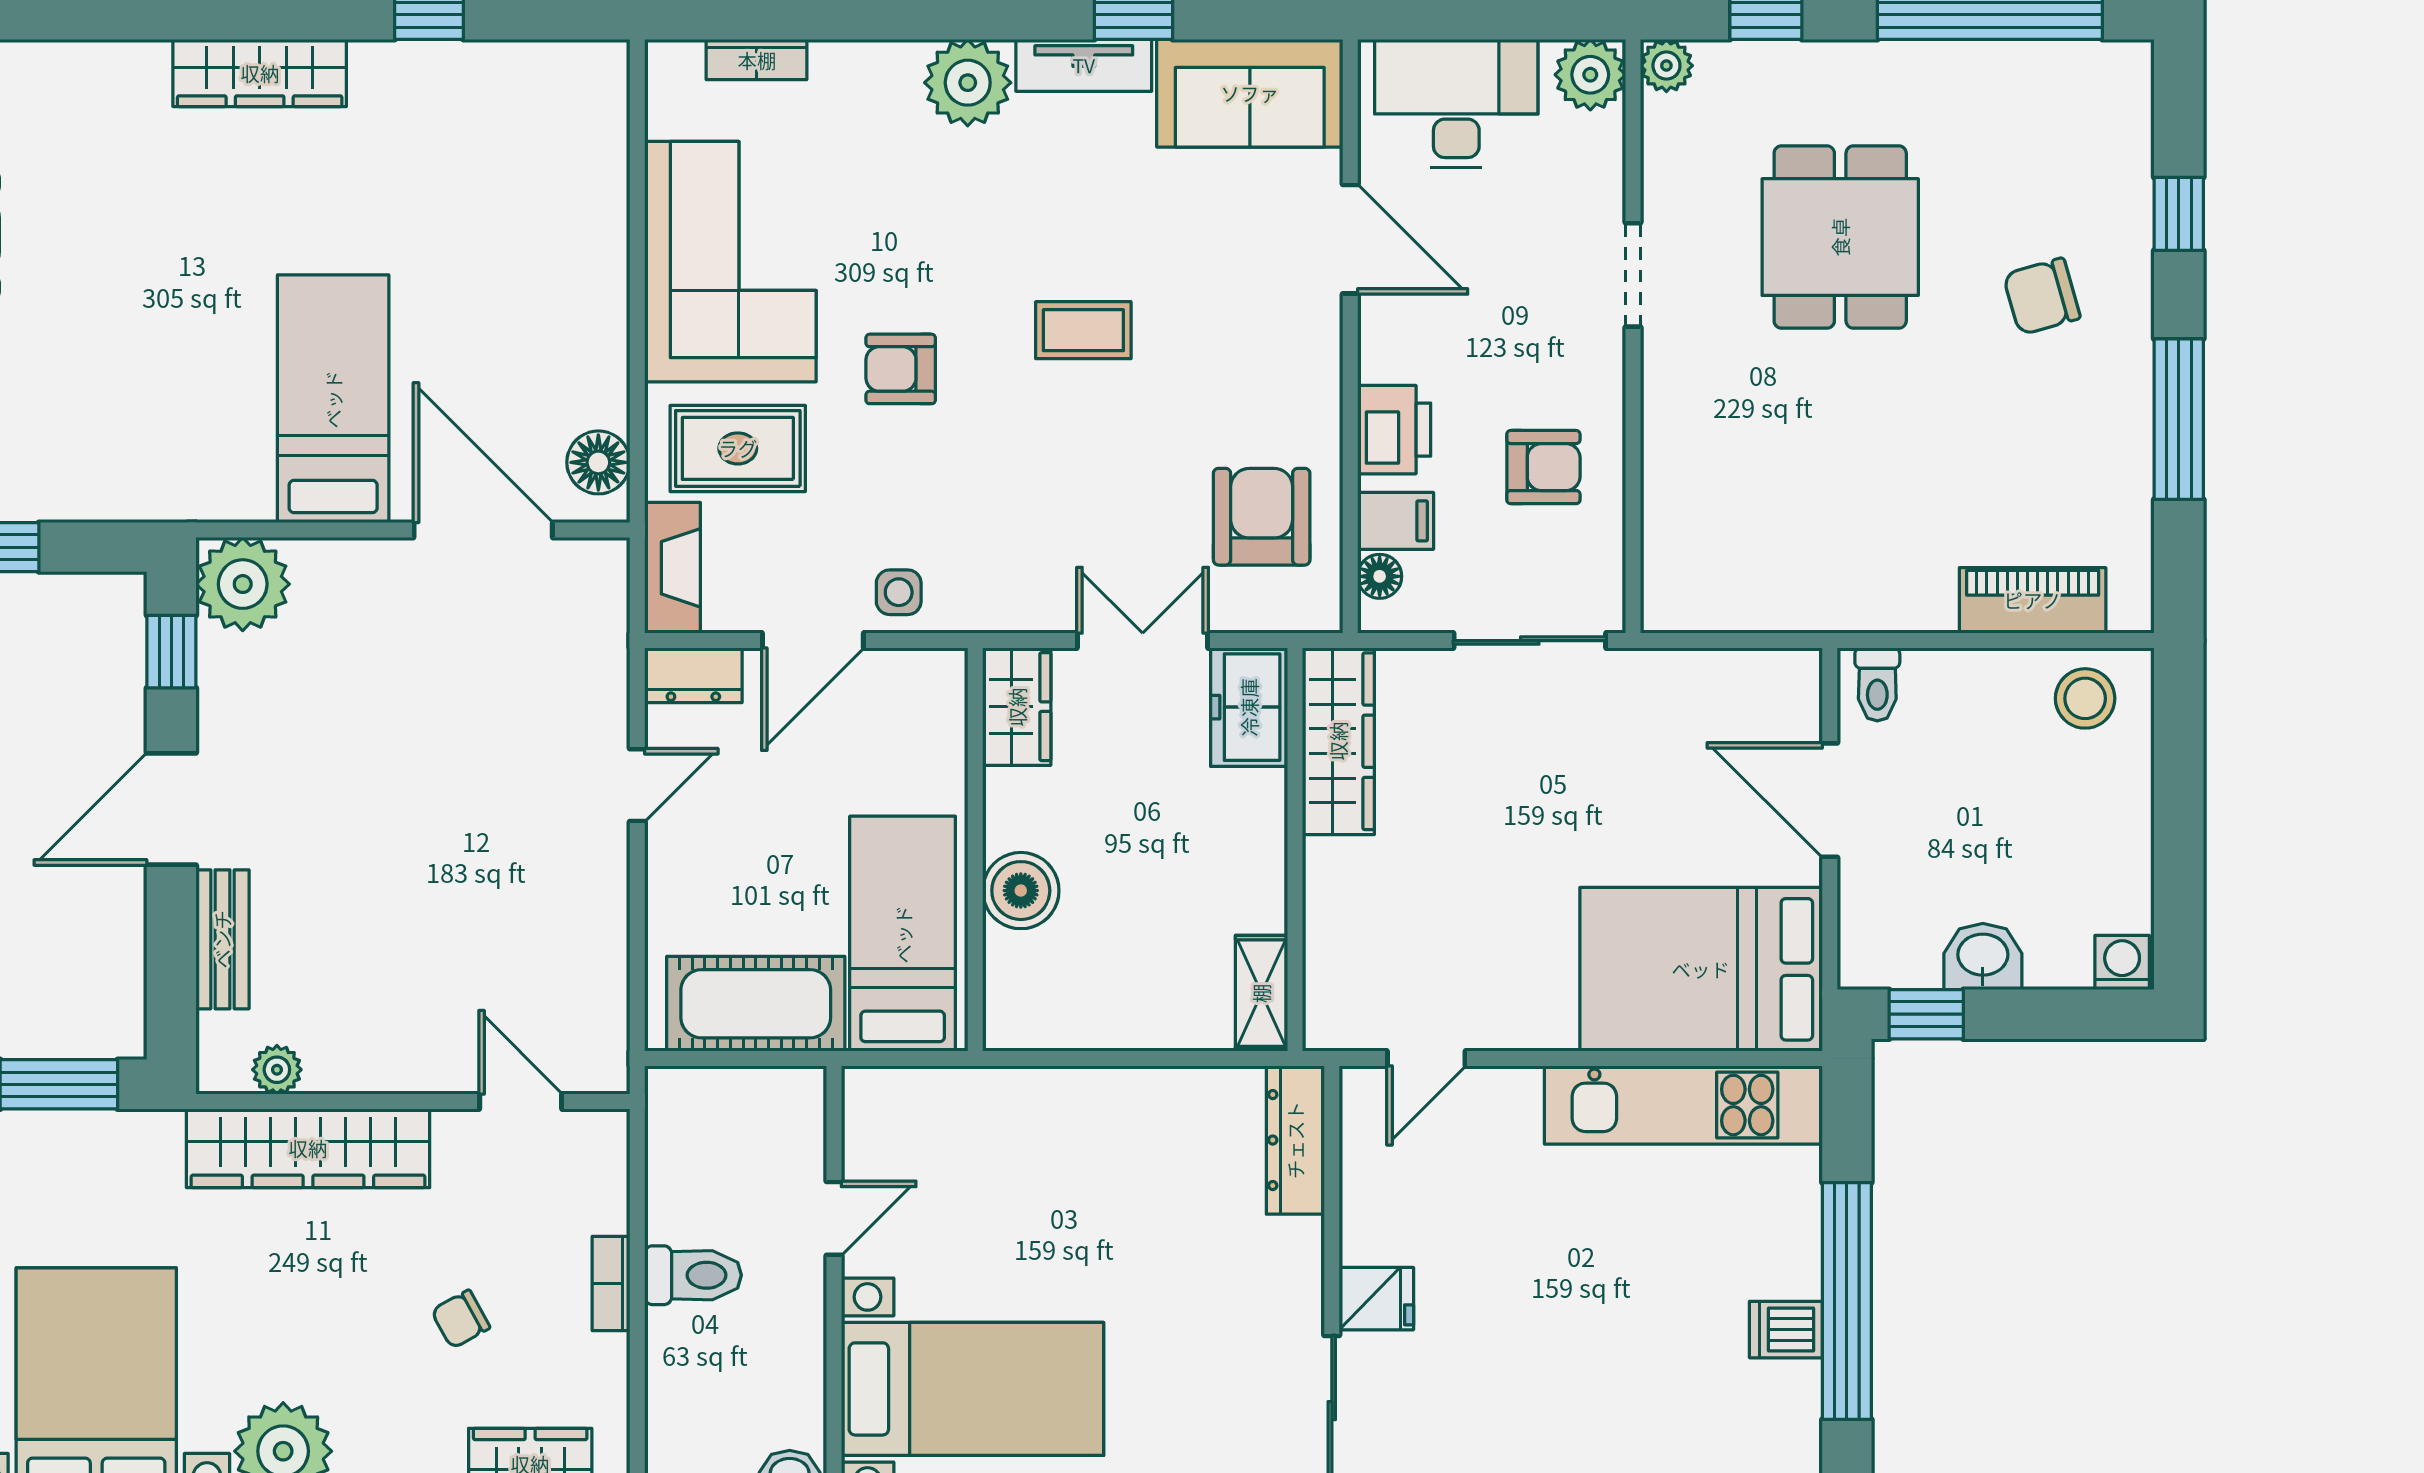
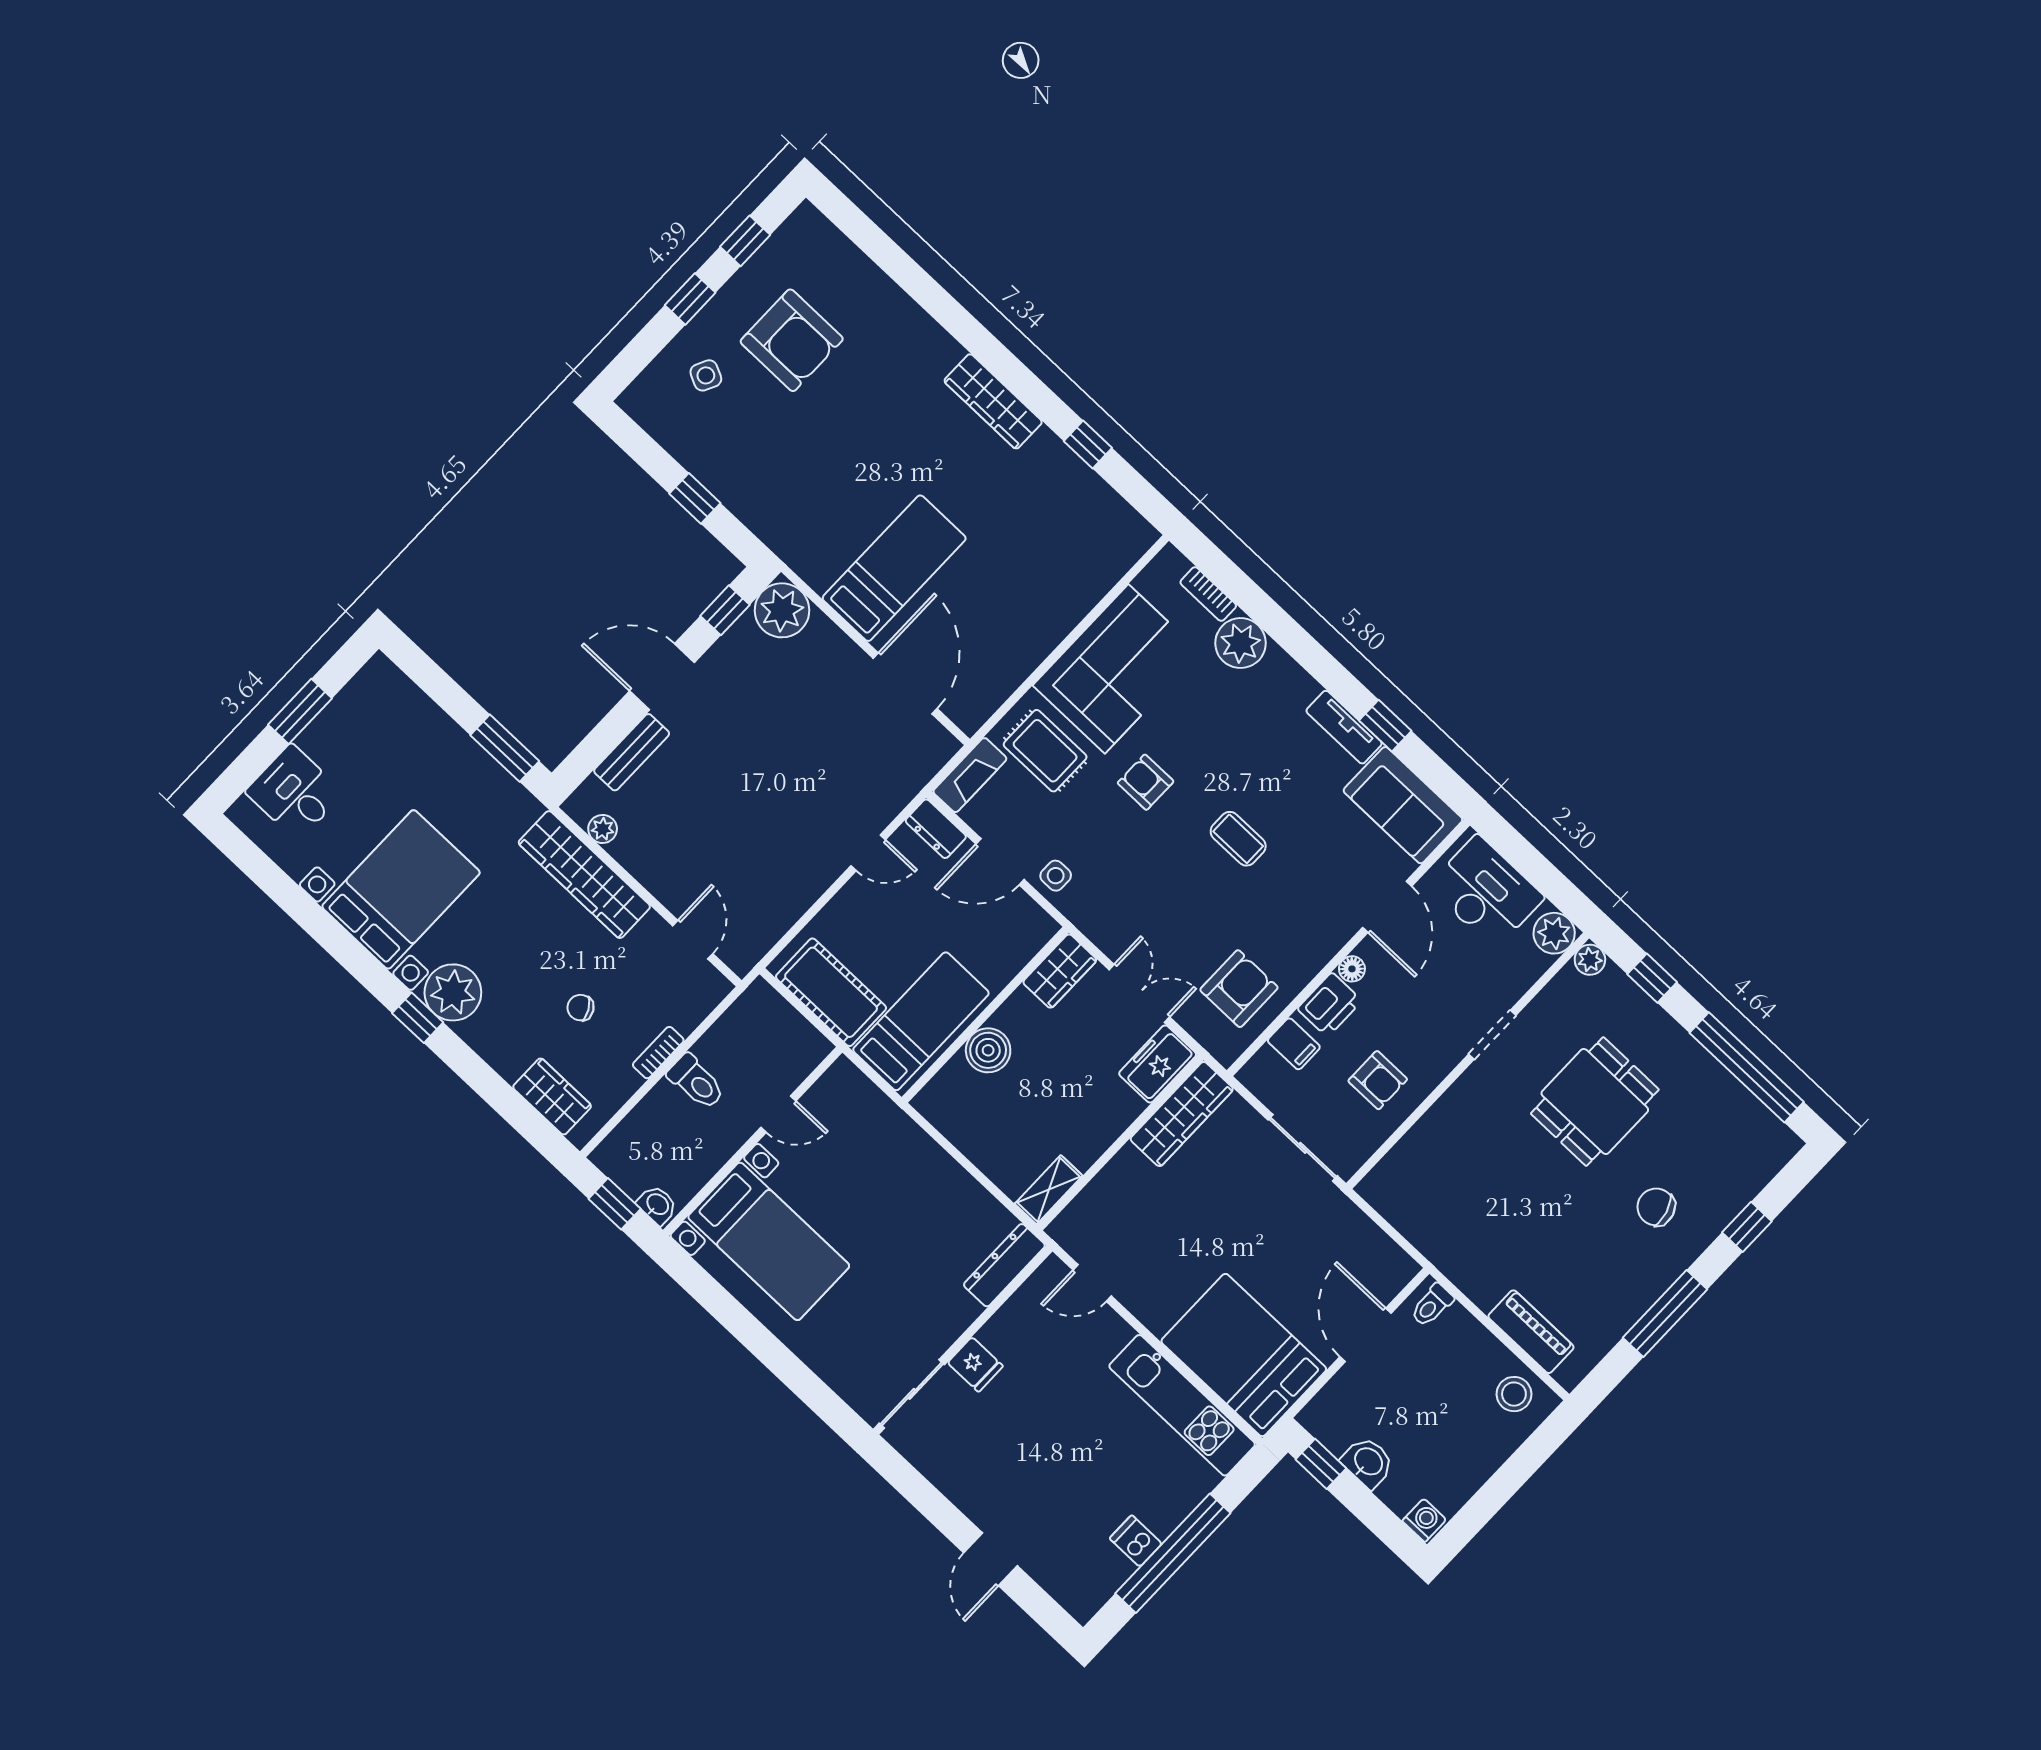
plant: (968, 83) -> (1241, 643), moved
floor lamp: (598, 462) -> (981, 701), removed
floor lamp: (1380, 576) -> (1352, 969), moved

